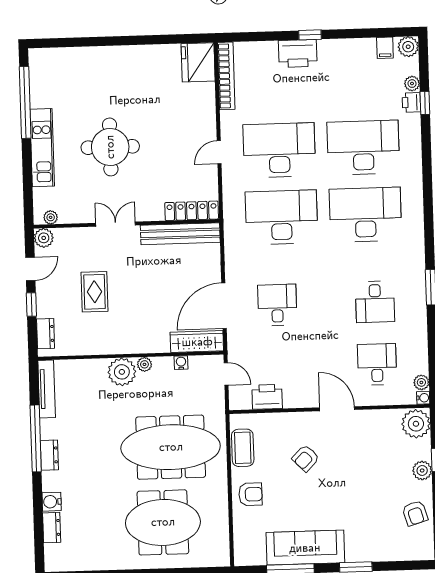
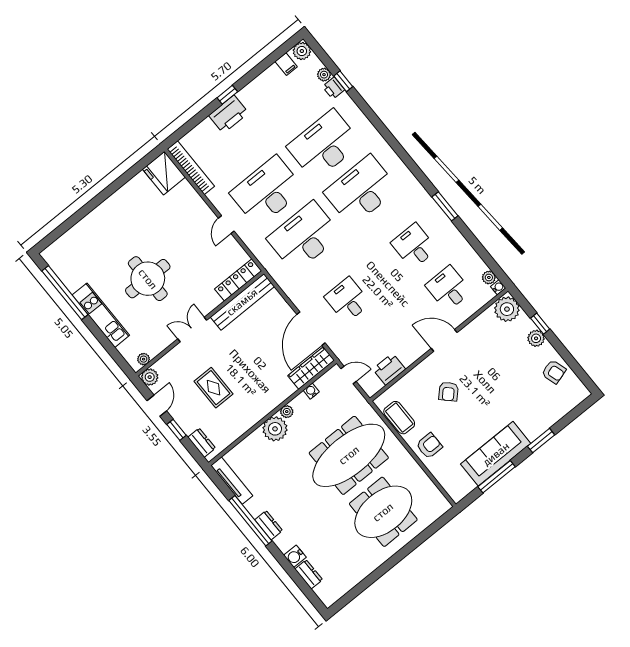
desk: (375, 302) -> (414, 246), turned 180

